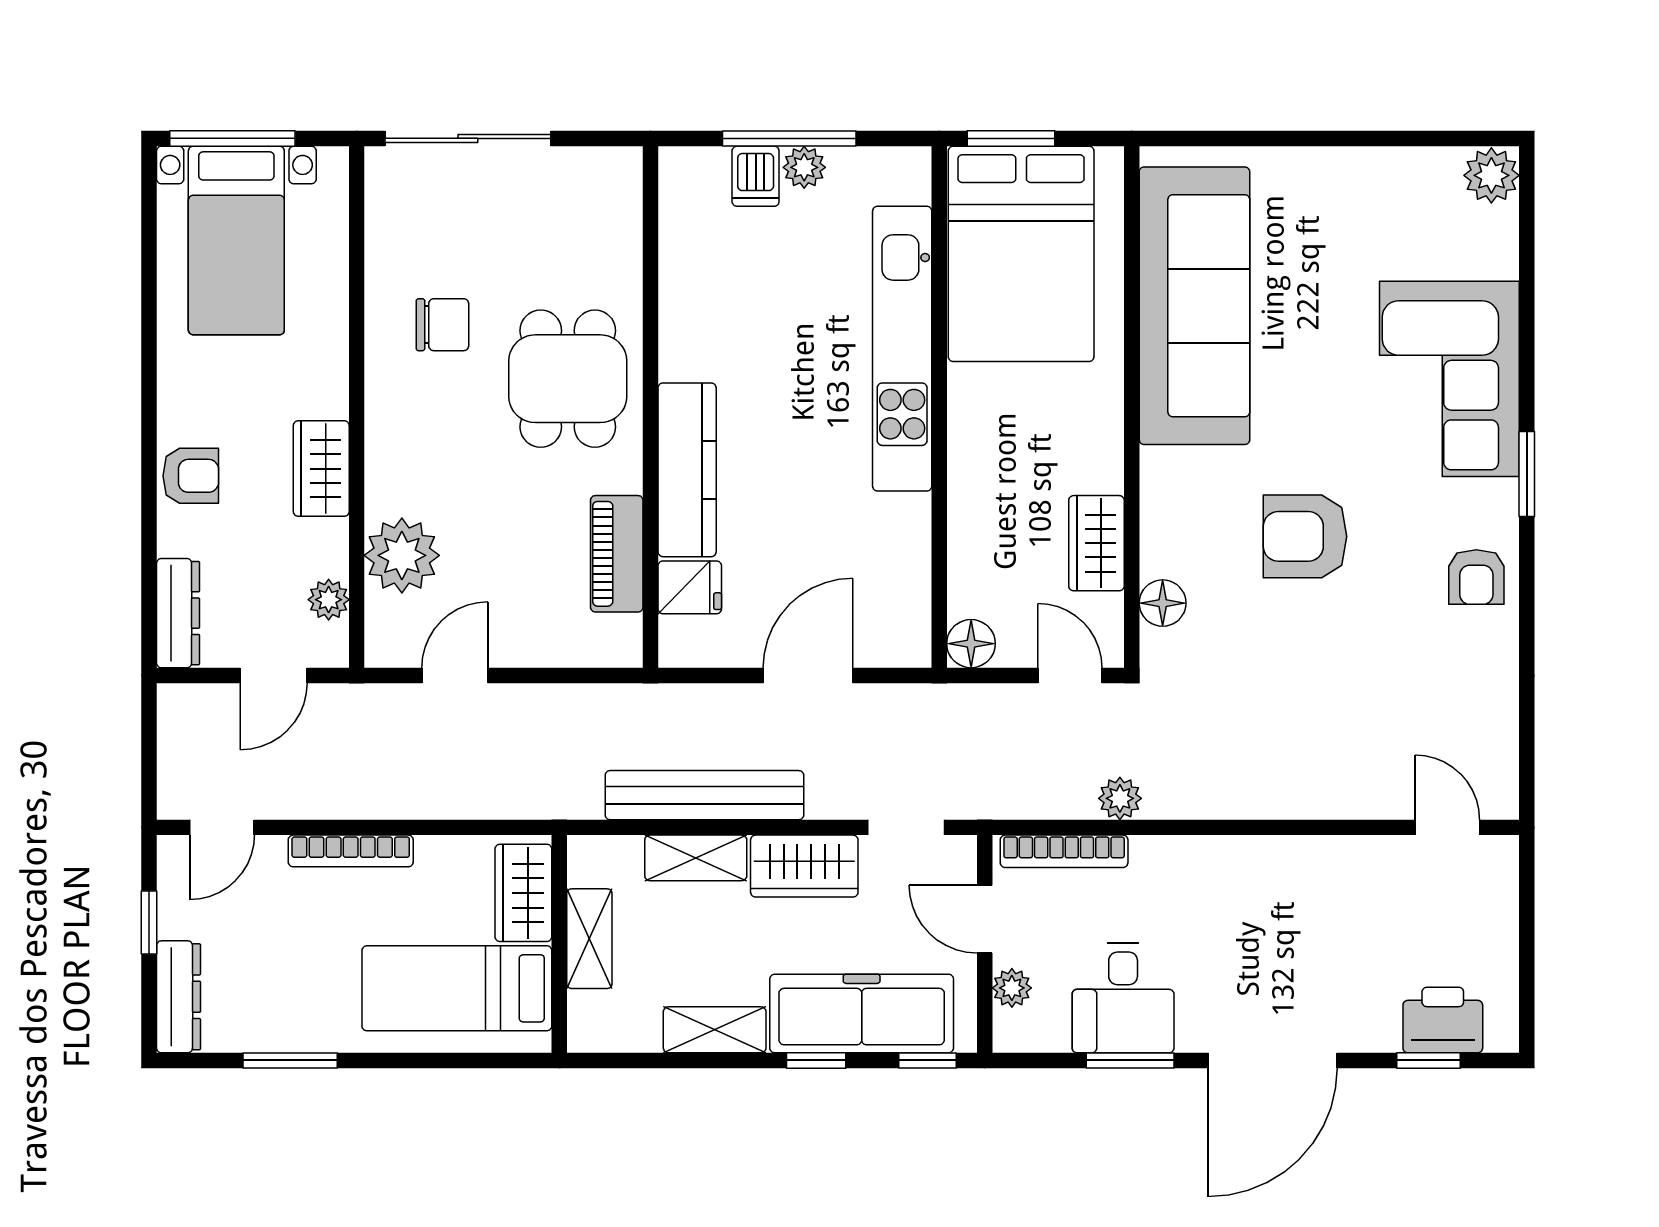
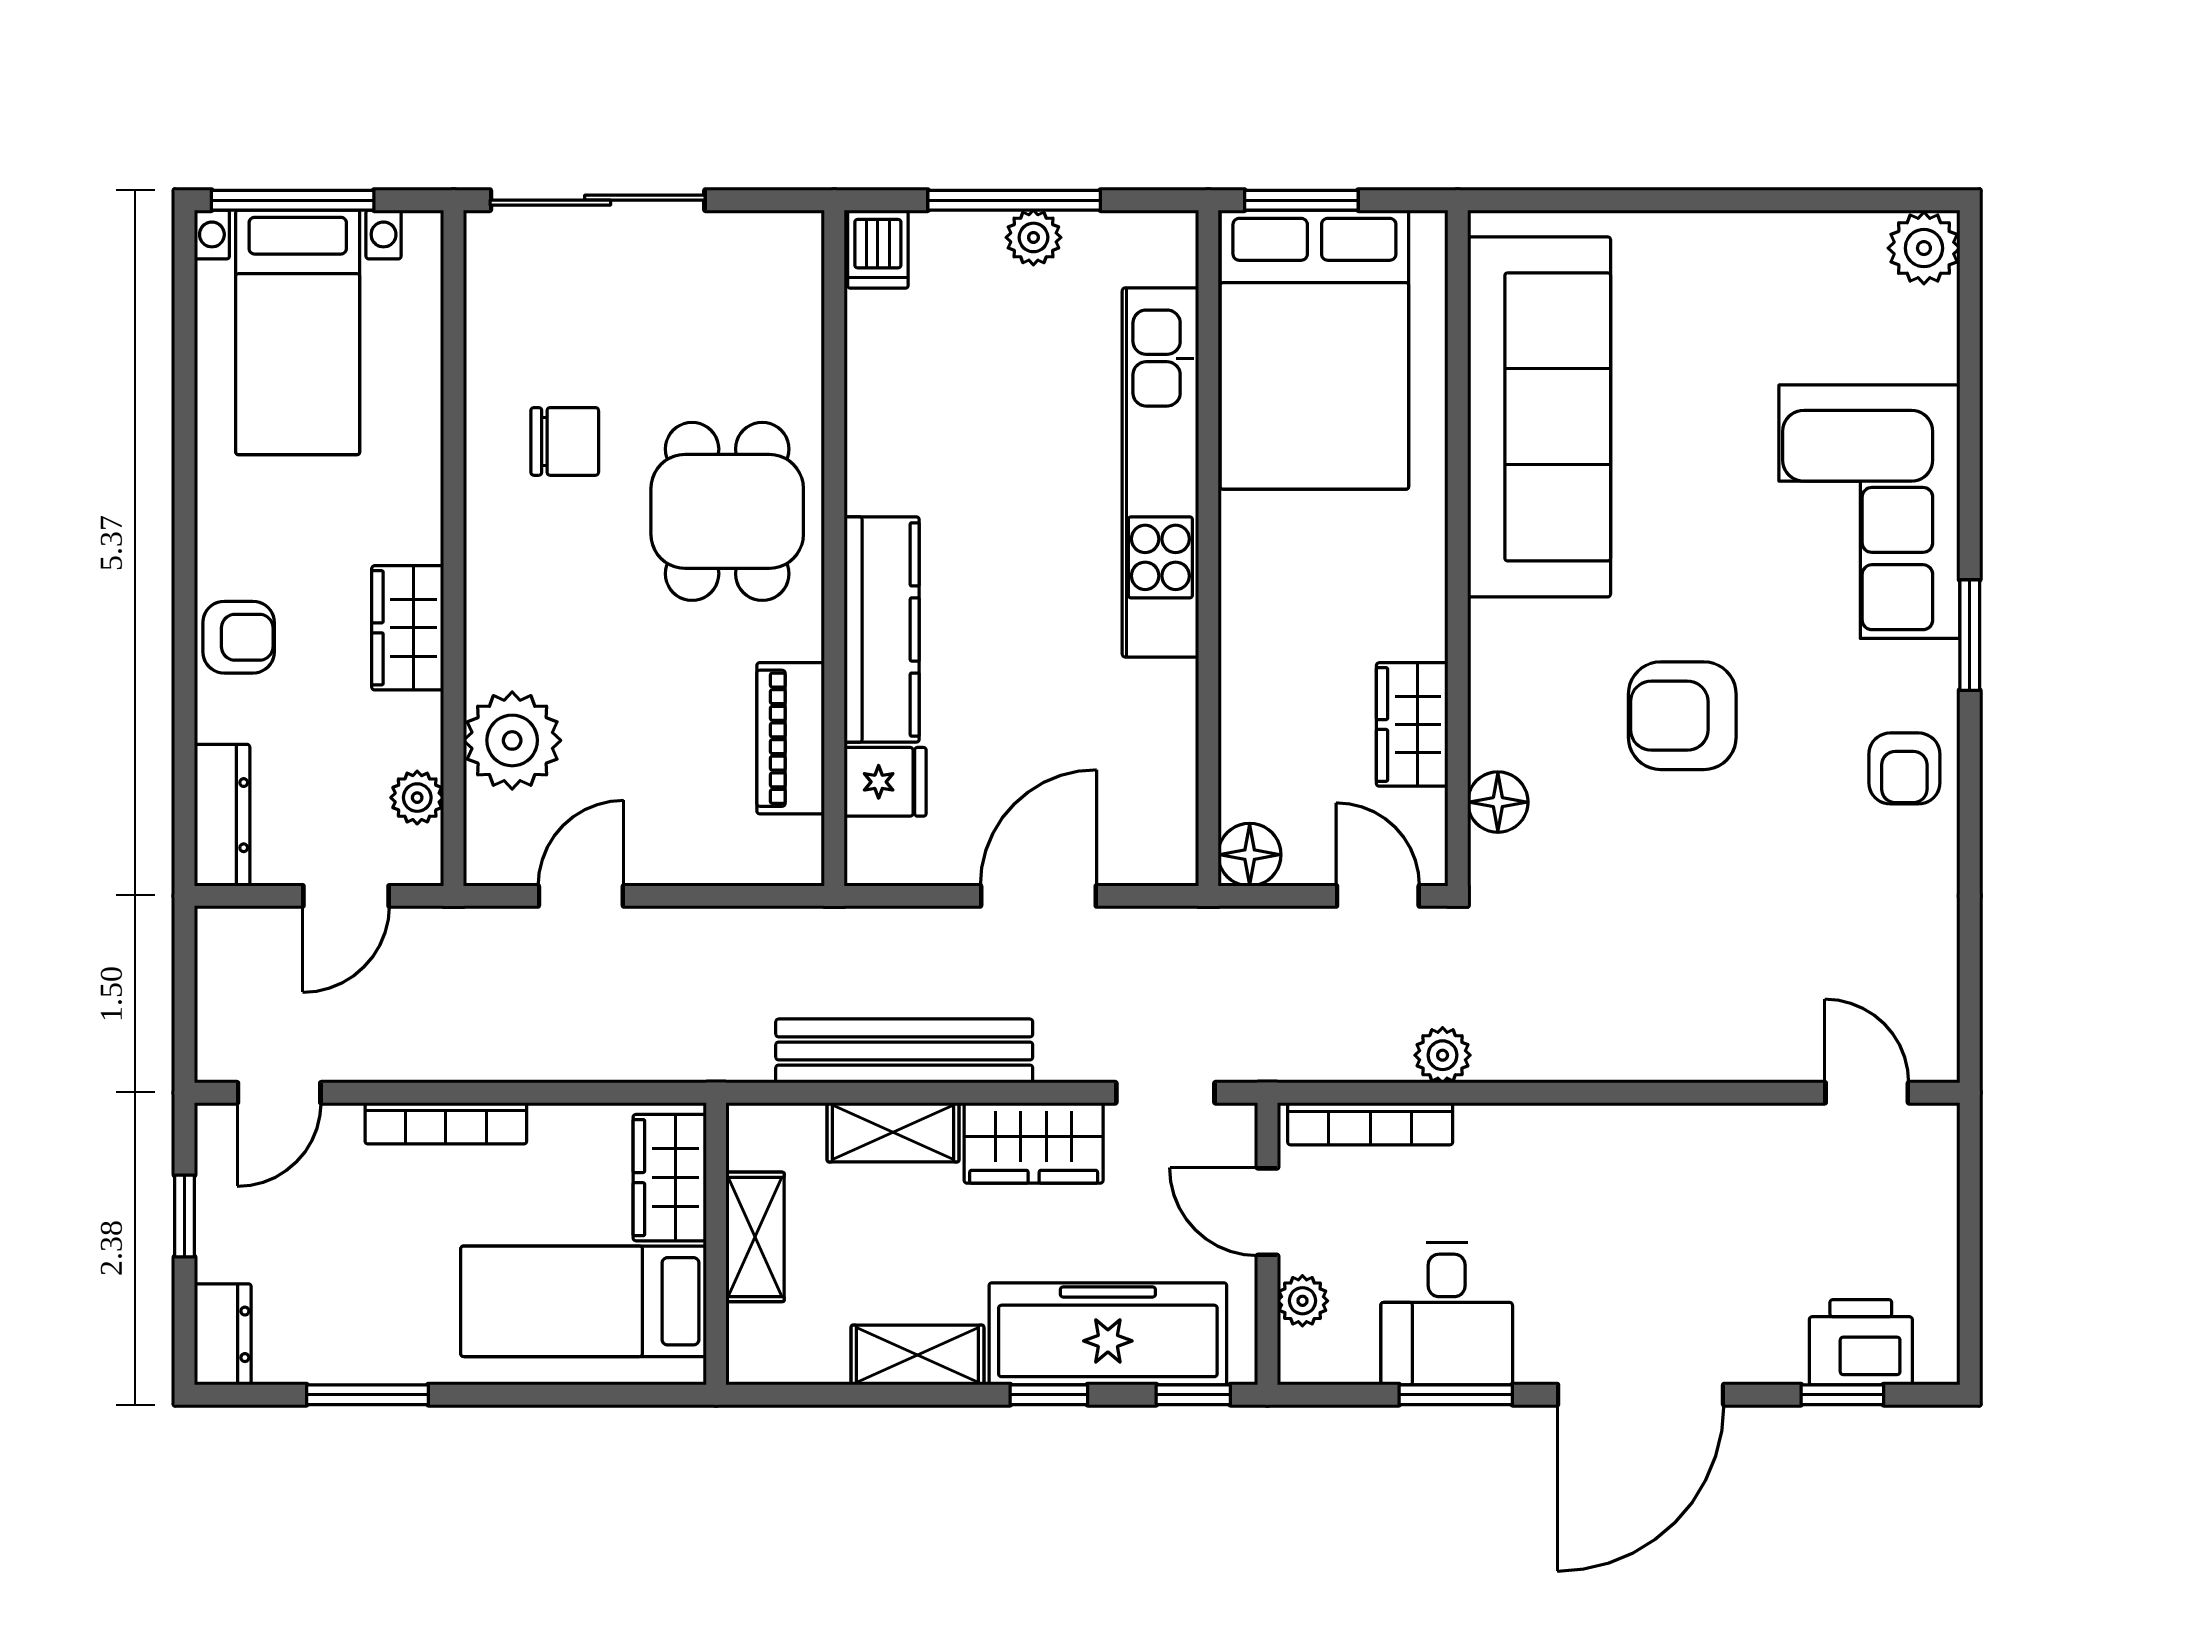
dishwasher: (756, 176) -> (878, 249), moved
dresser: (178, 997) -> (223, 1334), width x0.70

